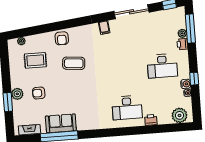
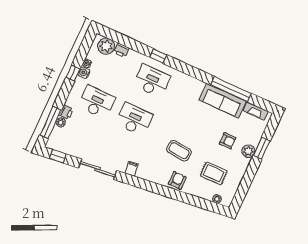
desk: (124, 69) -> (134, 119), added
printer: (151, 120) -> (121, 50), moved
sofa: (61, 123) -> (223, 101), width x1.36
window: (133, 131) -> (158, 56), added

